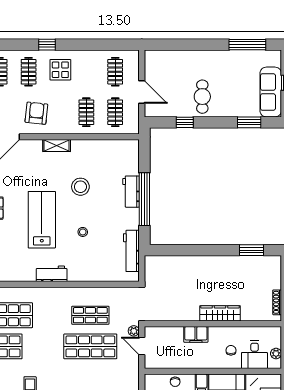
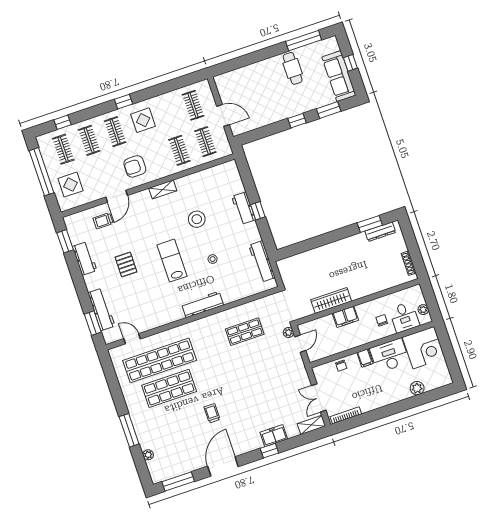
cafe table: (202, 97) -> (293, 68), moved
armchair: (36, 113) -> (135, 166), turned -96
window: (185, 122) -> (297, 121), moved
window: (144, 199) -> (258, 211), width x0.32
lab bench: (42, 220) -> (172, 261), width x0.73, depth x0.72
dresser: (259, 261) -> (380, 232), added
workbench: (52, 274) -> (202, 304), width x1.38
wardrobe: (220, 313) -> (331, 301), moved
shop shelf: (90, 346) -> (254, 360), removed
door: (142, 346) -> (300, 344), swing flipped

